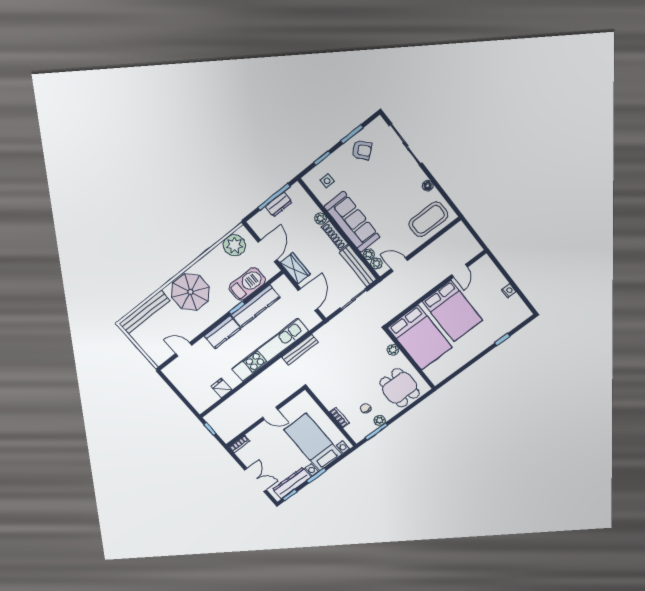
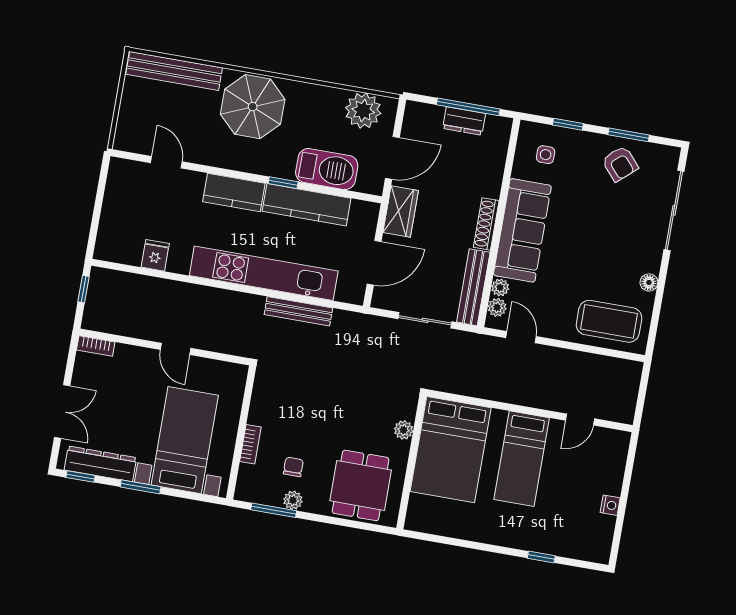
plant: (320, 219) -> (492, 188), removed
bed: (452, 311) -> (522, 459), width x0.67

